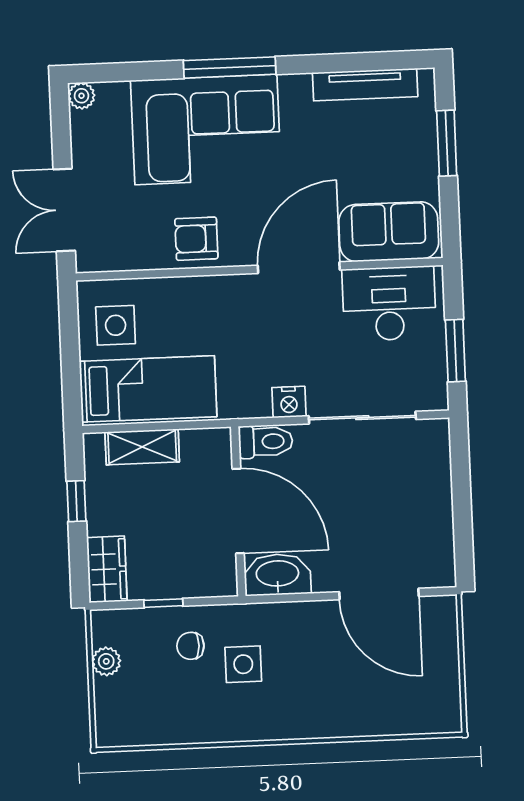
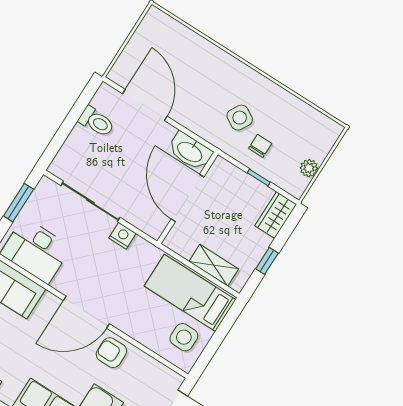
armchair: (196, 239) -> (111, 353), turned 180
door: (299, 268) -> (86, 312), moved
toilet: (266, 442) -> (96, 122), moved, turned 180
chair: (190, 646) -> (260, 146), turned -92
side table: (243, 664) -> (240, 118), turned 30

